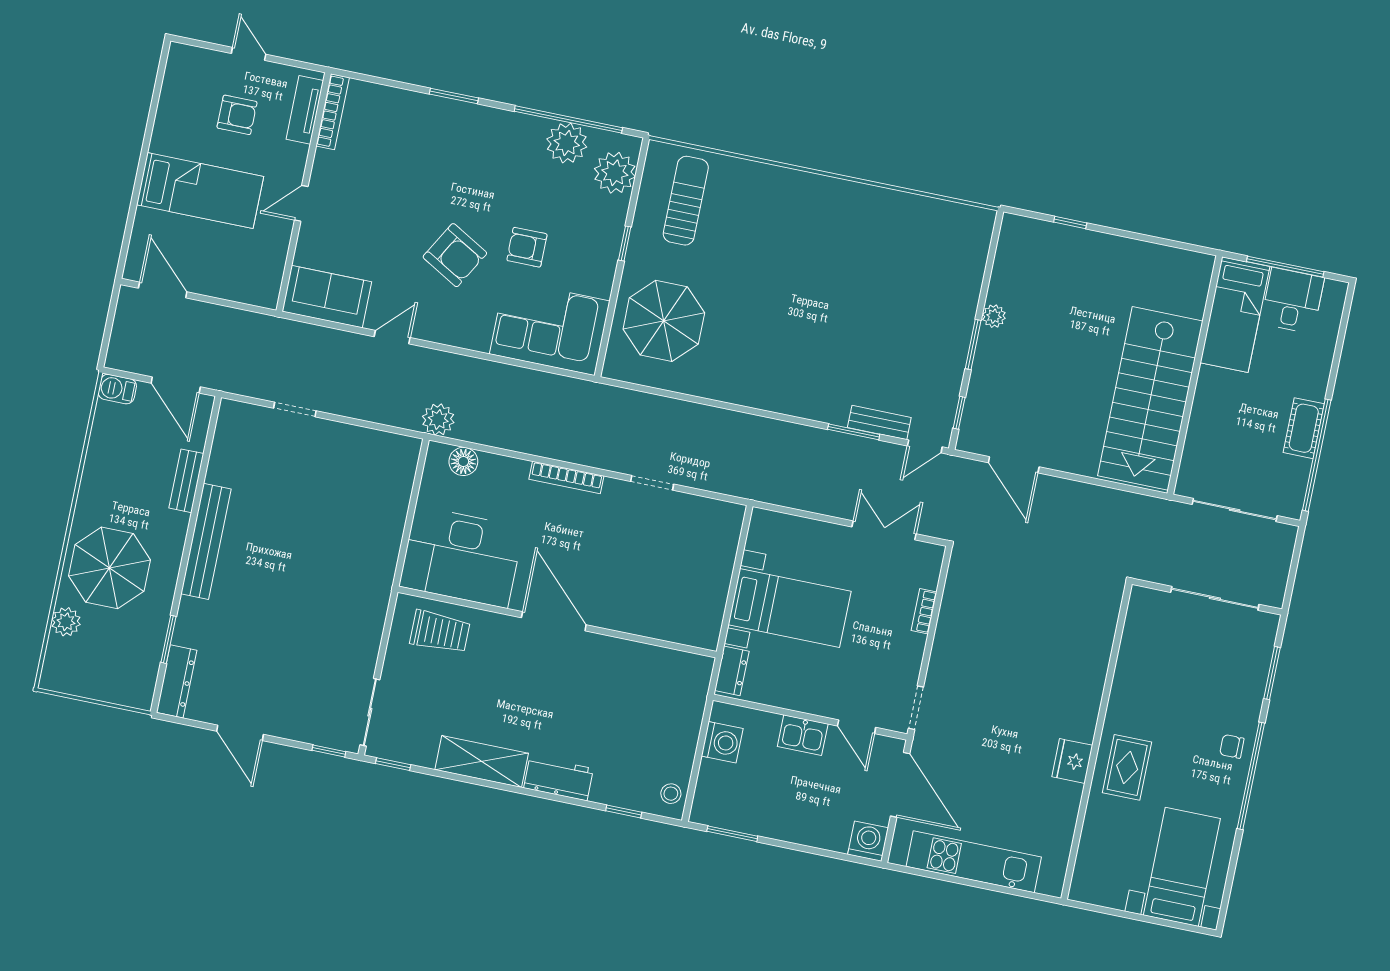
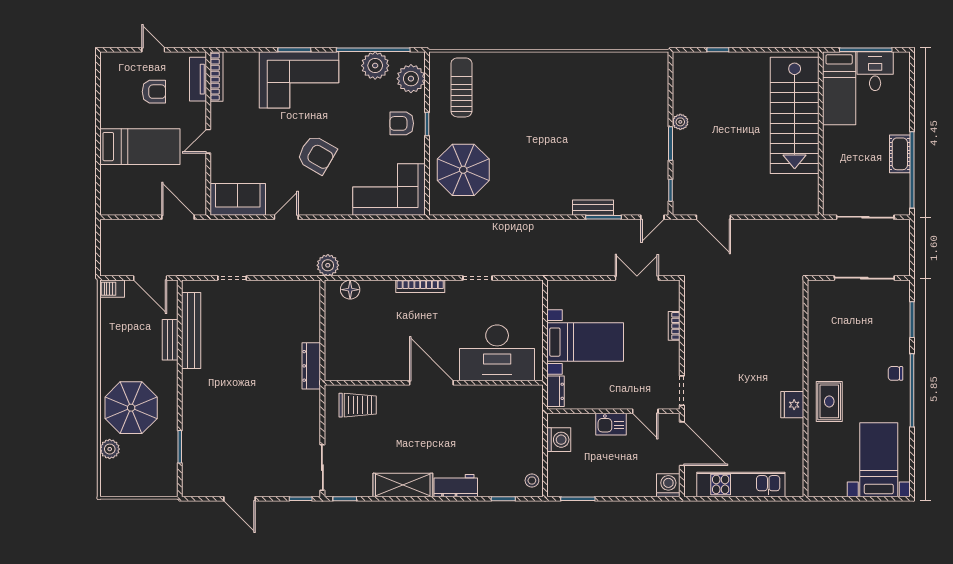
corner sofa: (452, 141) -> (299, 80), added
armchair: (527, 247) -> (402, 123), moved
door: (163, 290) -> (178, 217), moved
stairs: (1150, 398) -> (795, 115), moved
bench: (879, 423) -> (593, 208), moved
bench: (206, 541) -> (191, 330), moved
desk: (461, 557) -> (497, 353), moved
dresser: (177, 681) -> (311, 366), moved, turned 180

